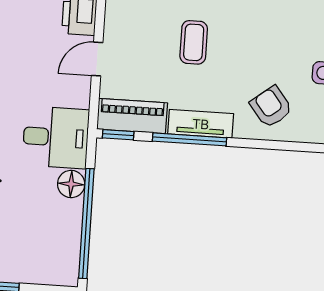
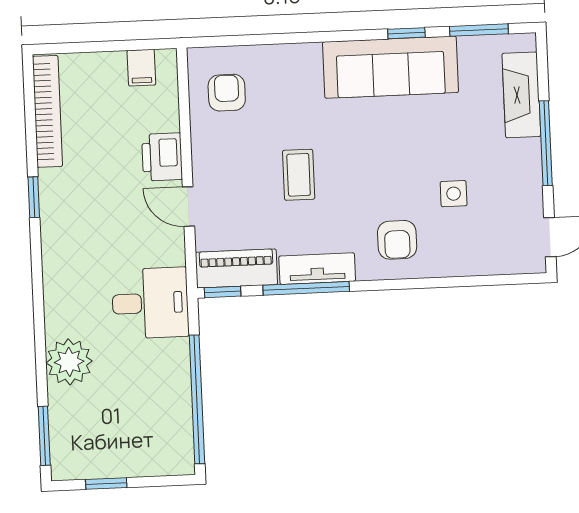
door: (97, 59) -> (188, 207), hinge flipped
armchair: (271, 107) -> (397, 240), turned -142
floor lamp: (71, 184) -> (174, 355), removed

